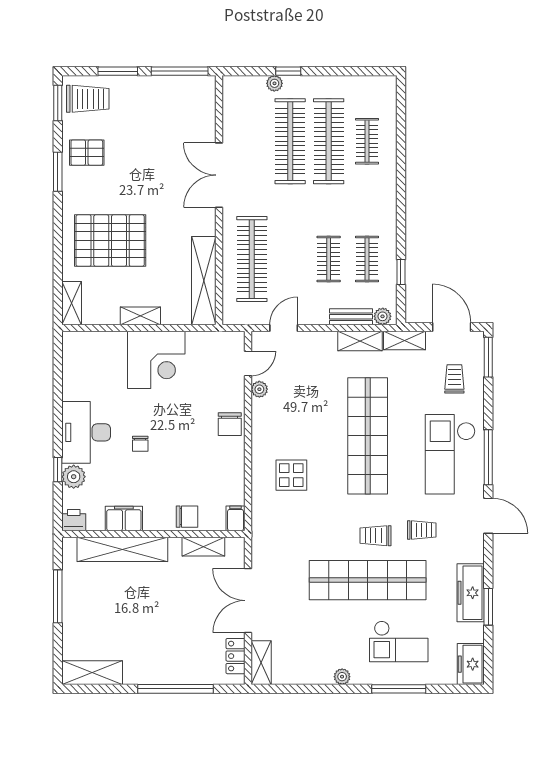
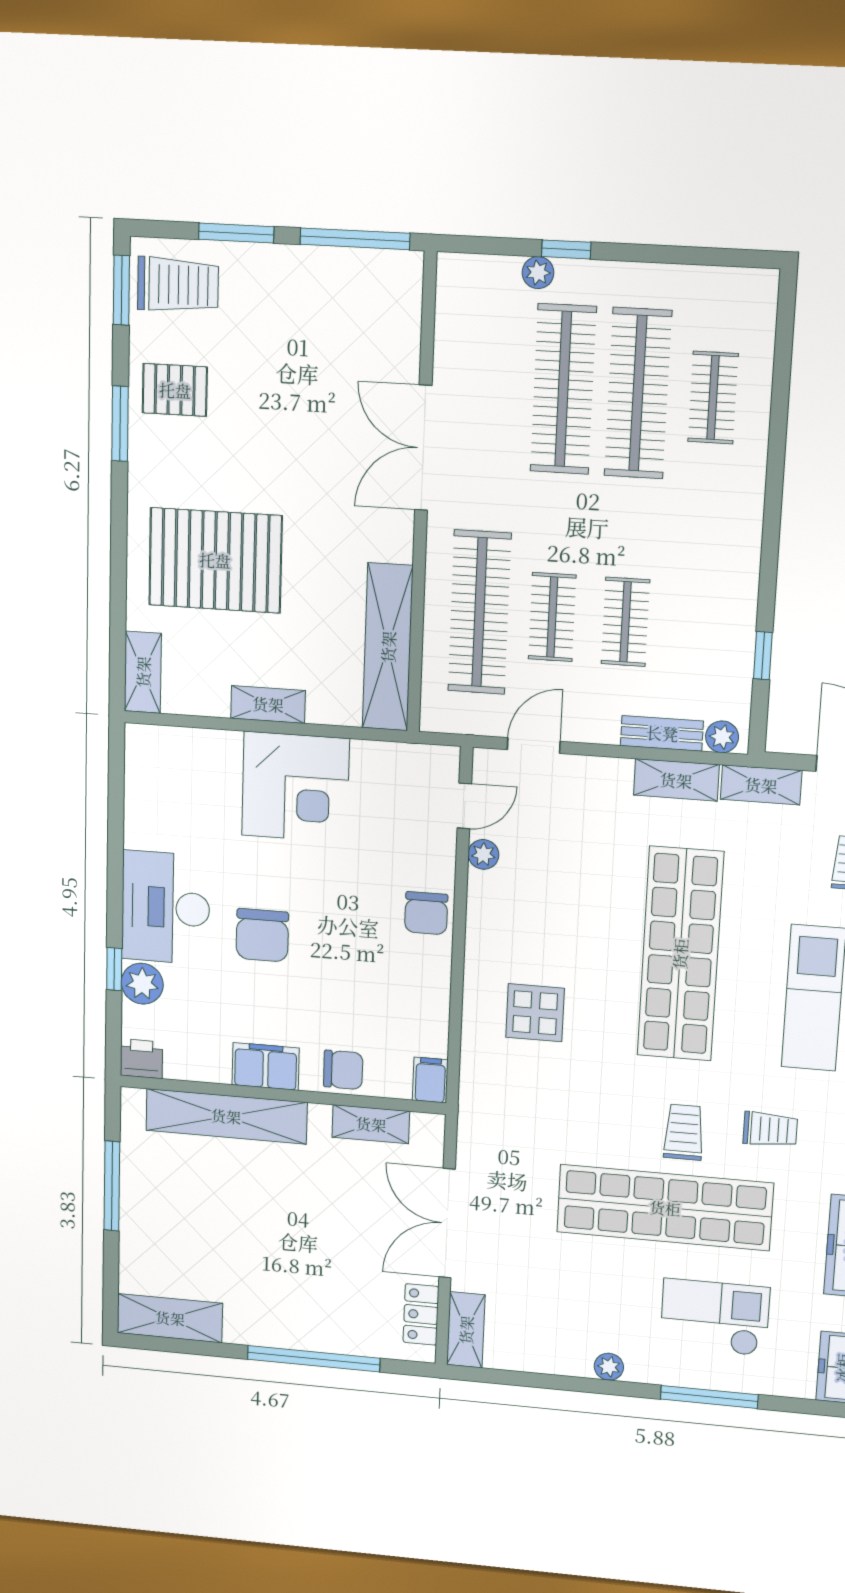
clothes rail: (367, 259) -> (552, 617), moved
chair: (140, 444) -> (262, 935), width x1.87, depth x1.87
filing cabinet: (124, 518) -> (266, 1066), moved
trolley: (375, 536) -> (684, 1132), turned 90
checkout: (399, 641) -> (715, 1317), turned 180

